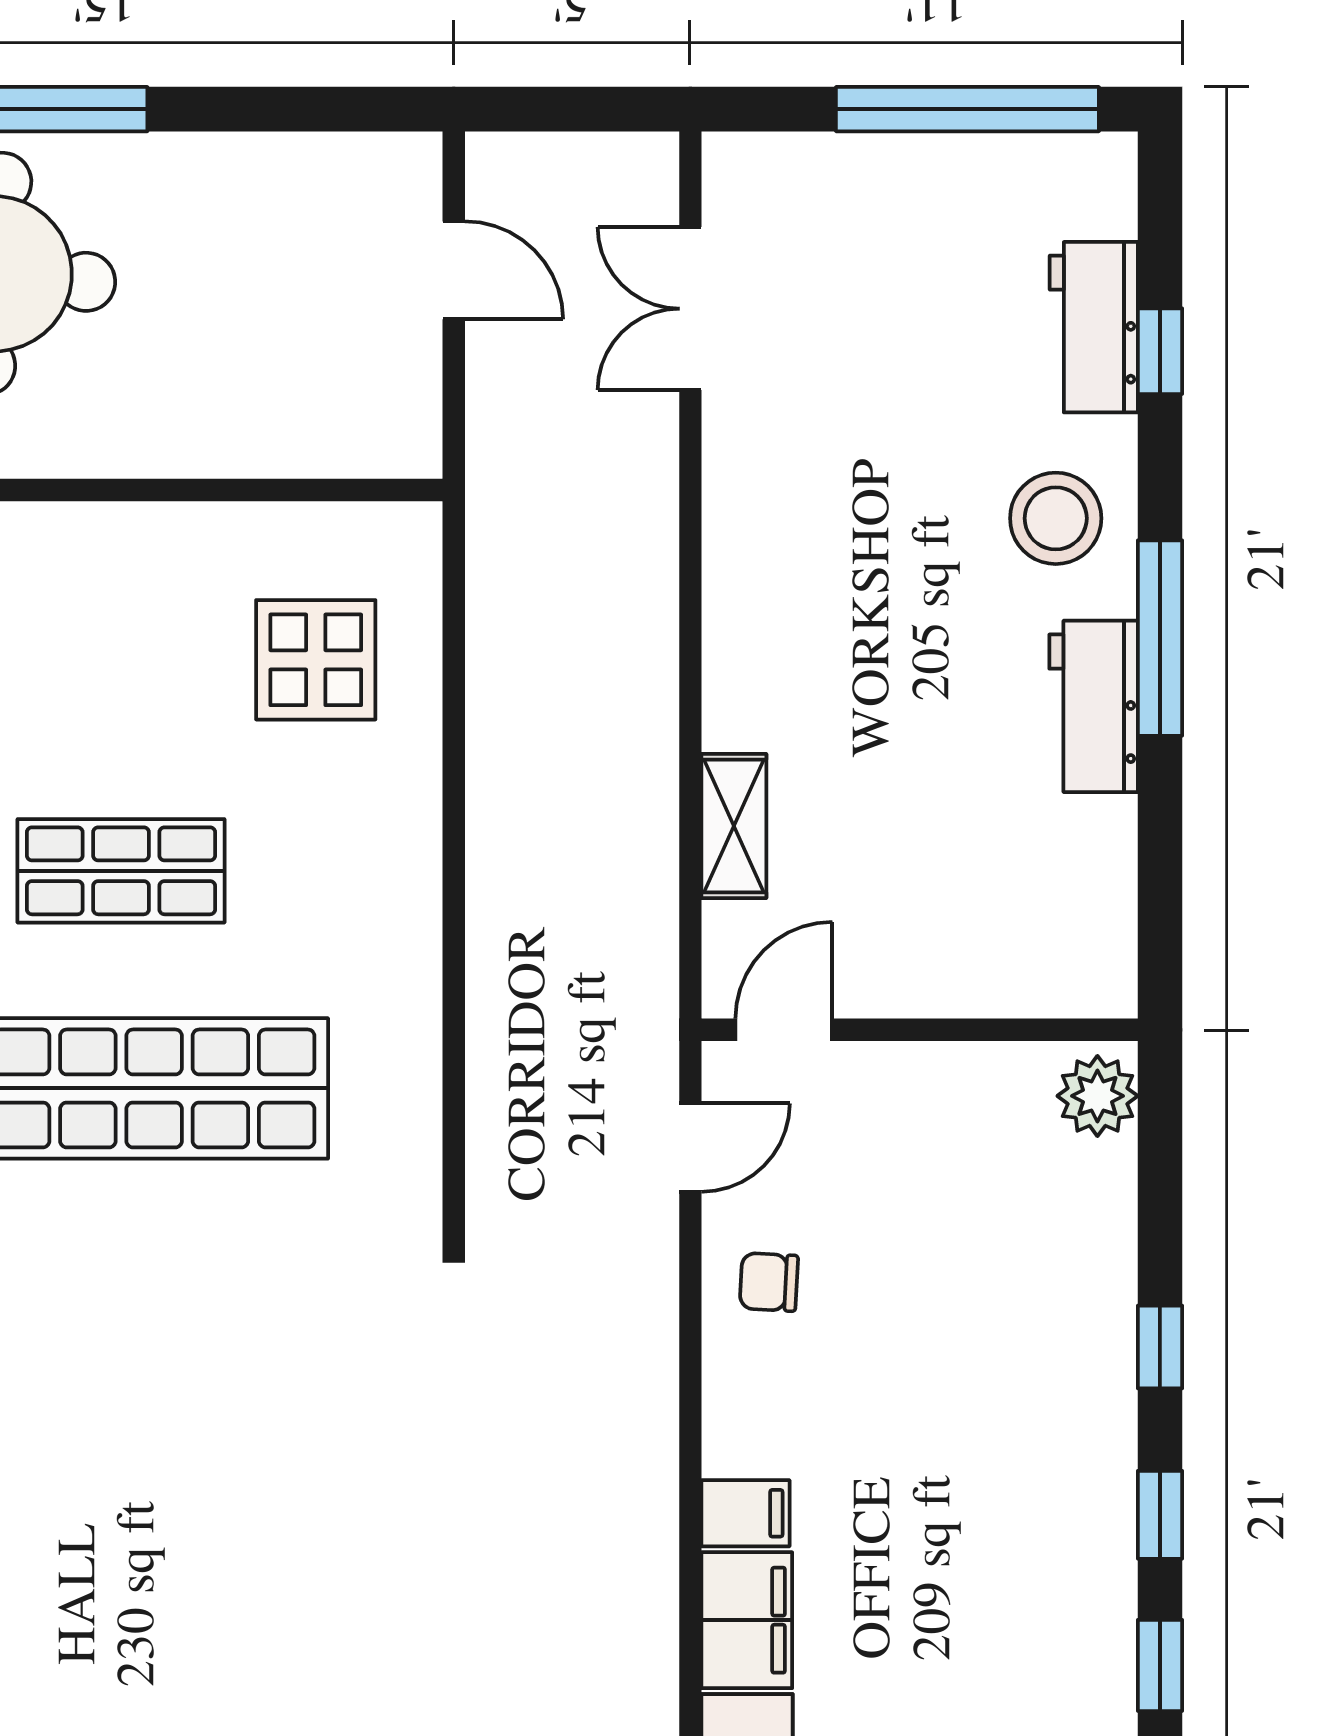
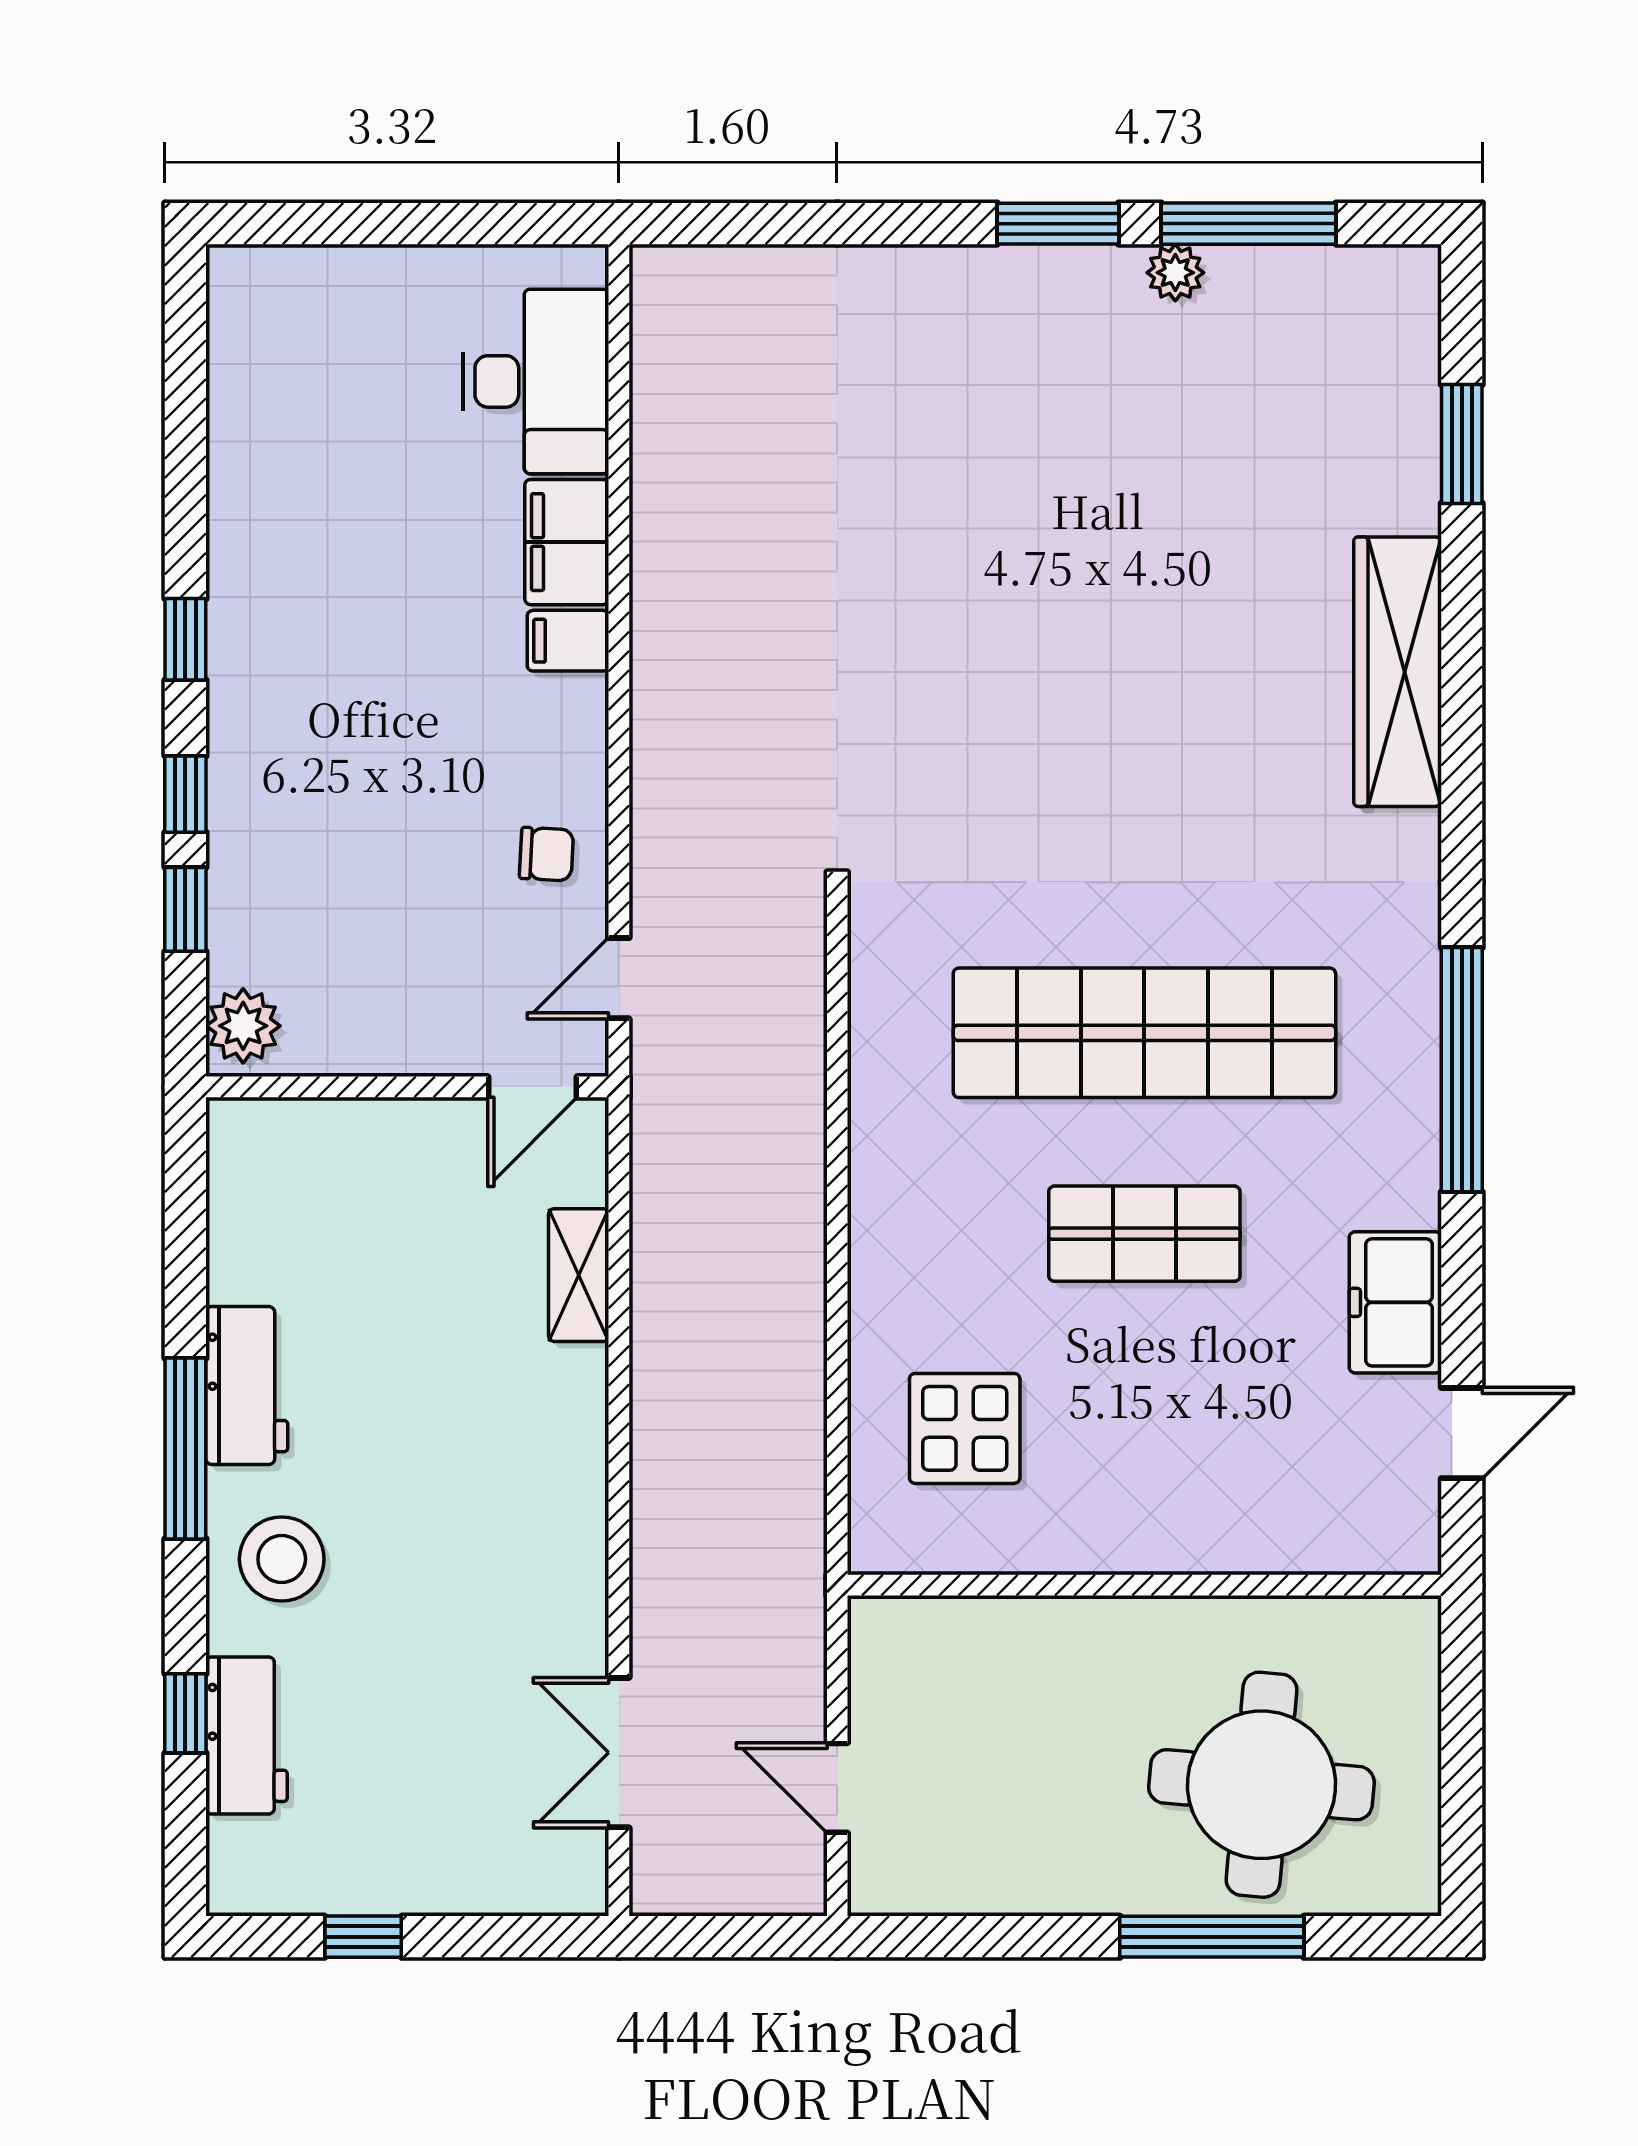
window: (967, 109) -> (363, 1937), width x0.32
double door: (690, 309) -> (619, 1753), swing flipped
window: (1160, 1665) -> (185, 909), moved

